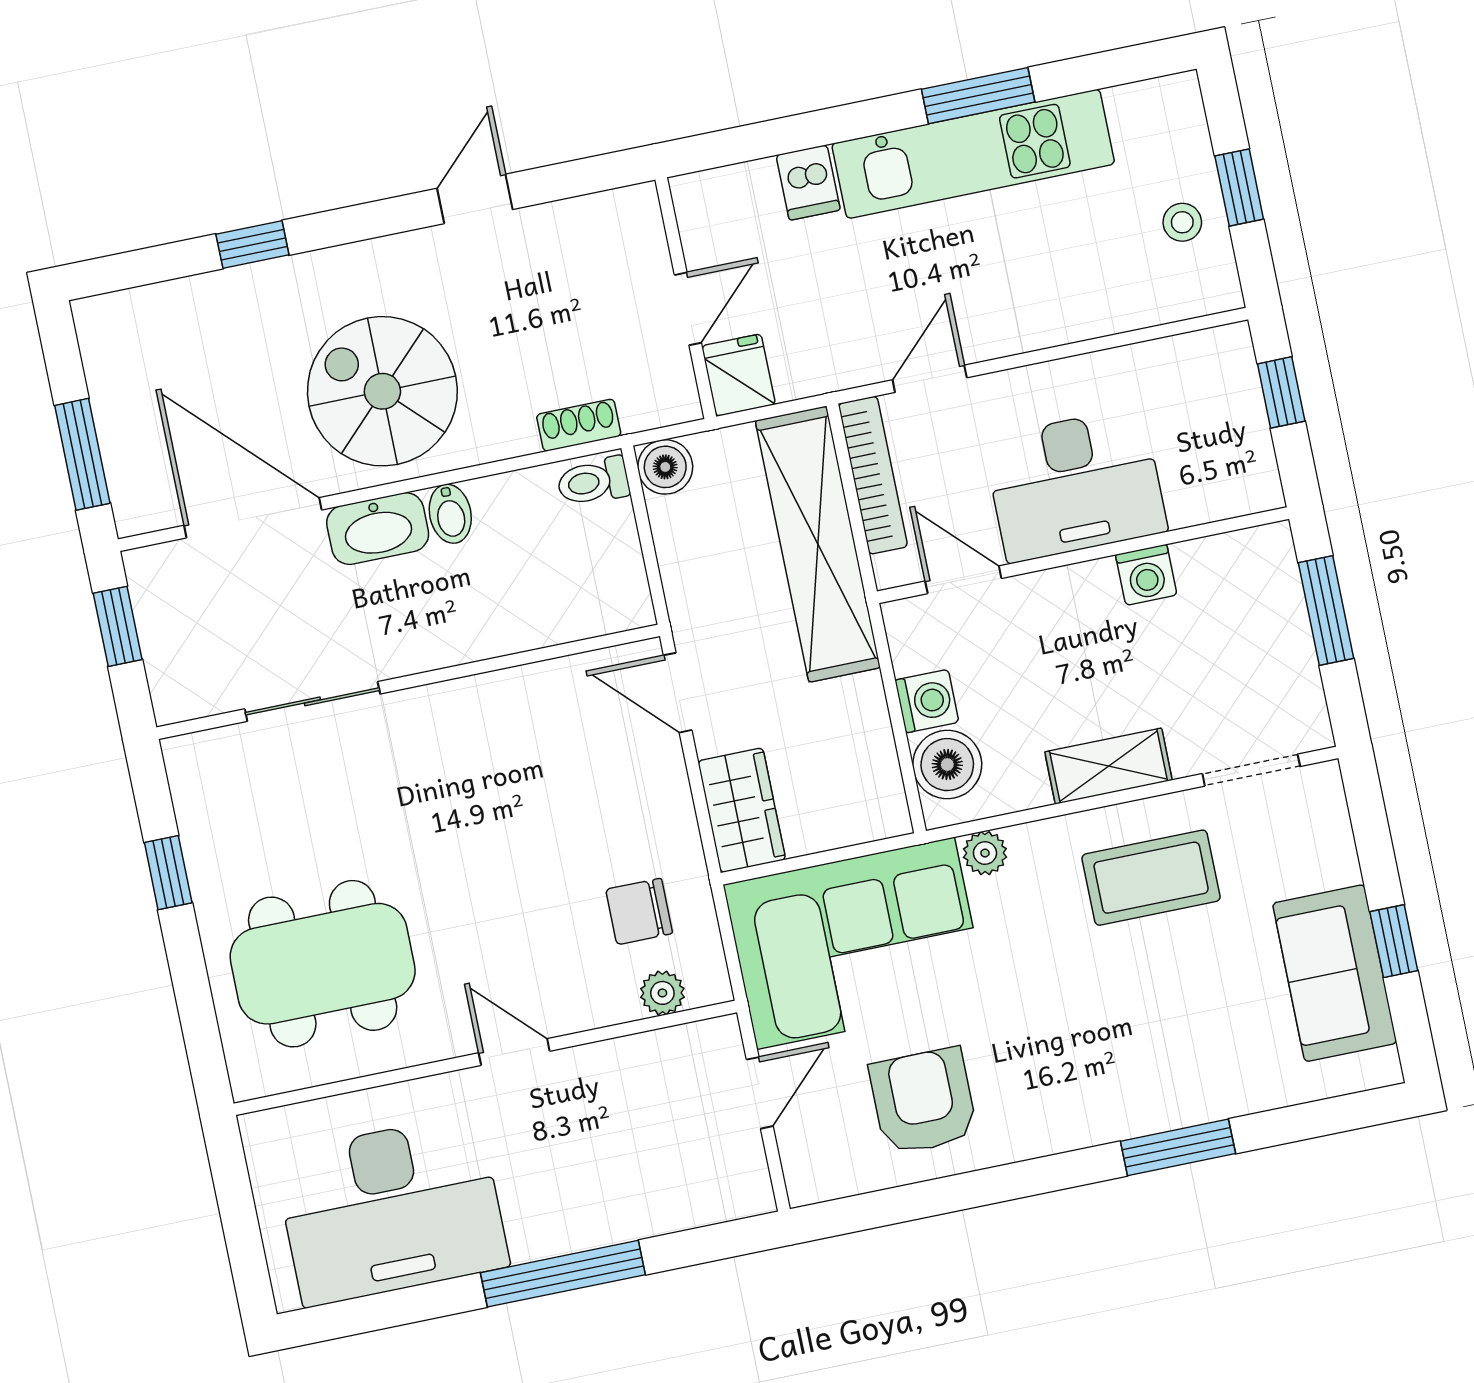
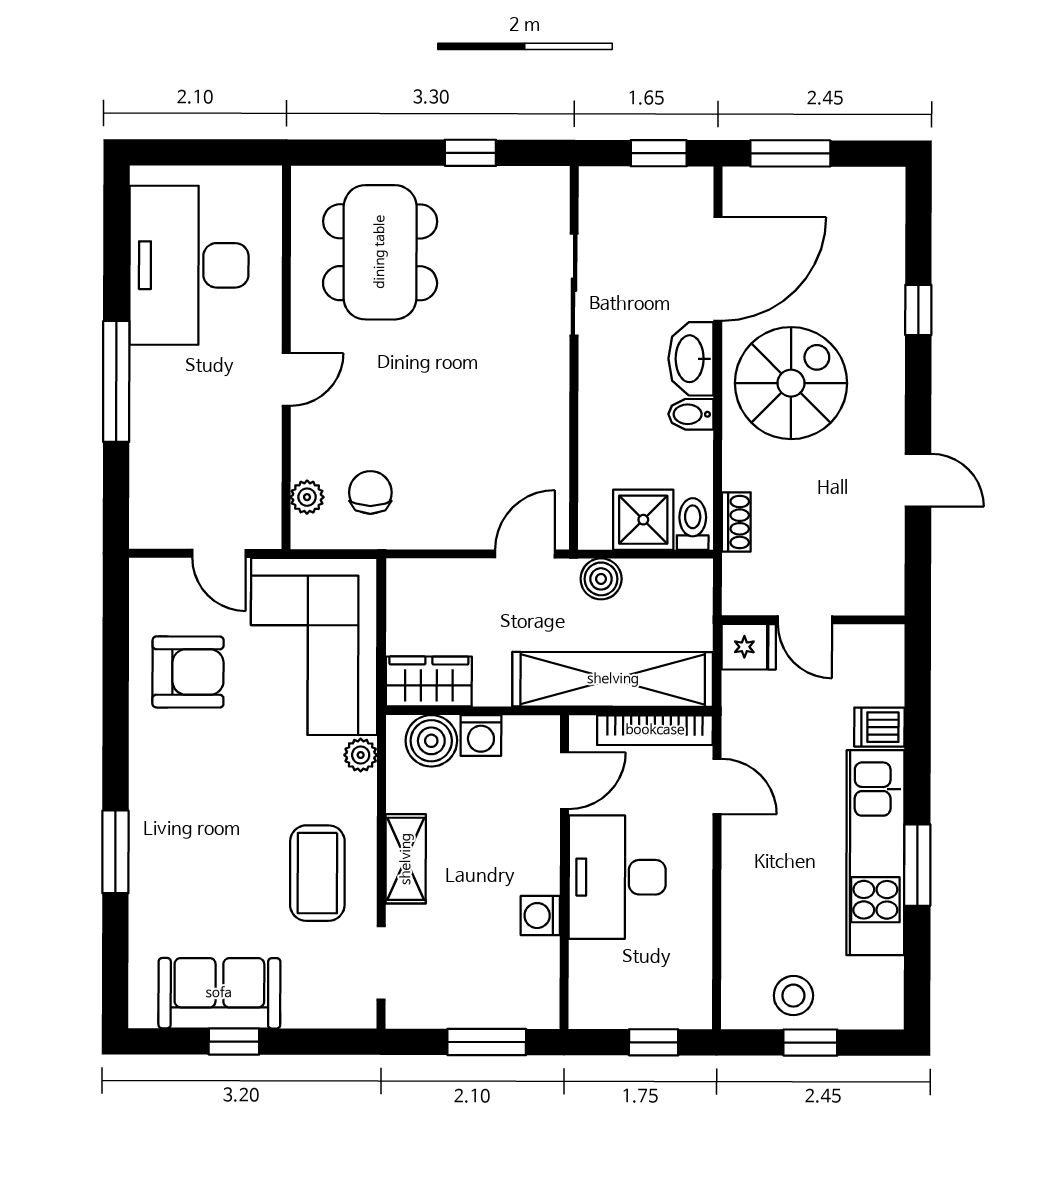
stool: (1182, 222) -> (793, 996), width x1.37, depth x1.37
boiler: (665, 467) -> (601, 579), moved
shower: (601, 547) -> (643, 520), added
wardrobe: (742, 810) -> (429, 681), moved, turned 180

